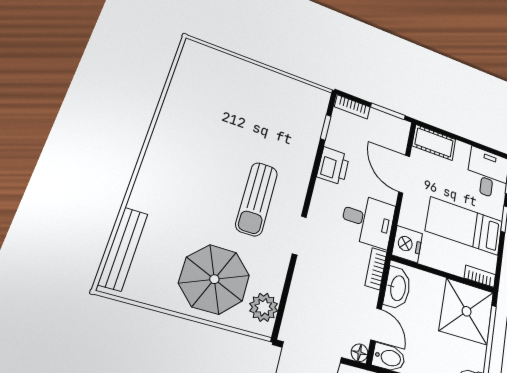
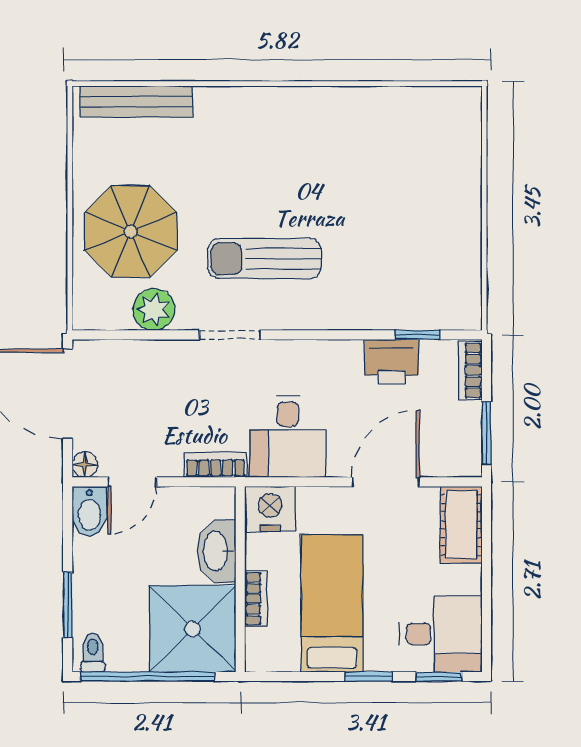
printer: (333, 166) -> (392, 362), moved
bookcase: (480, 276) -> (256, 599), moved
washbasin: (397, 288) -> (217, 551), moved, turned 90
plant: (264, 307) -> (154, 310), moved

